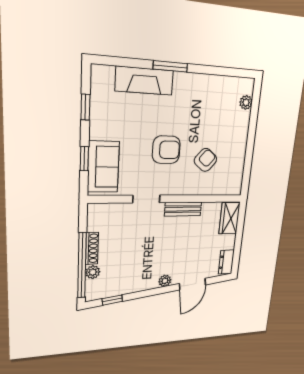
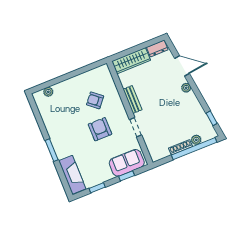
fireplace: (144, 81) -> (72, 175), moved
wardrobe: (229, 218) -> (131, 61), width x1.50

